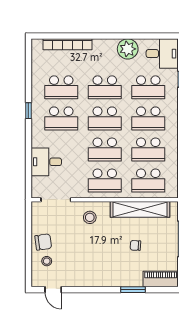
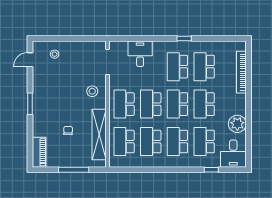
chair: (43, 242) -> (71, 51), removed
window: (133, 290) -> (30, 104), moved

